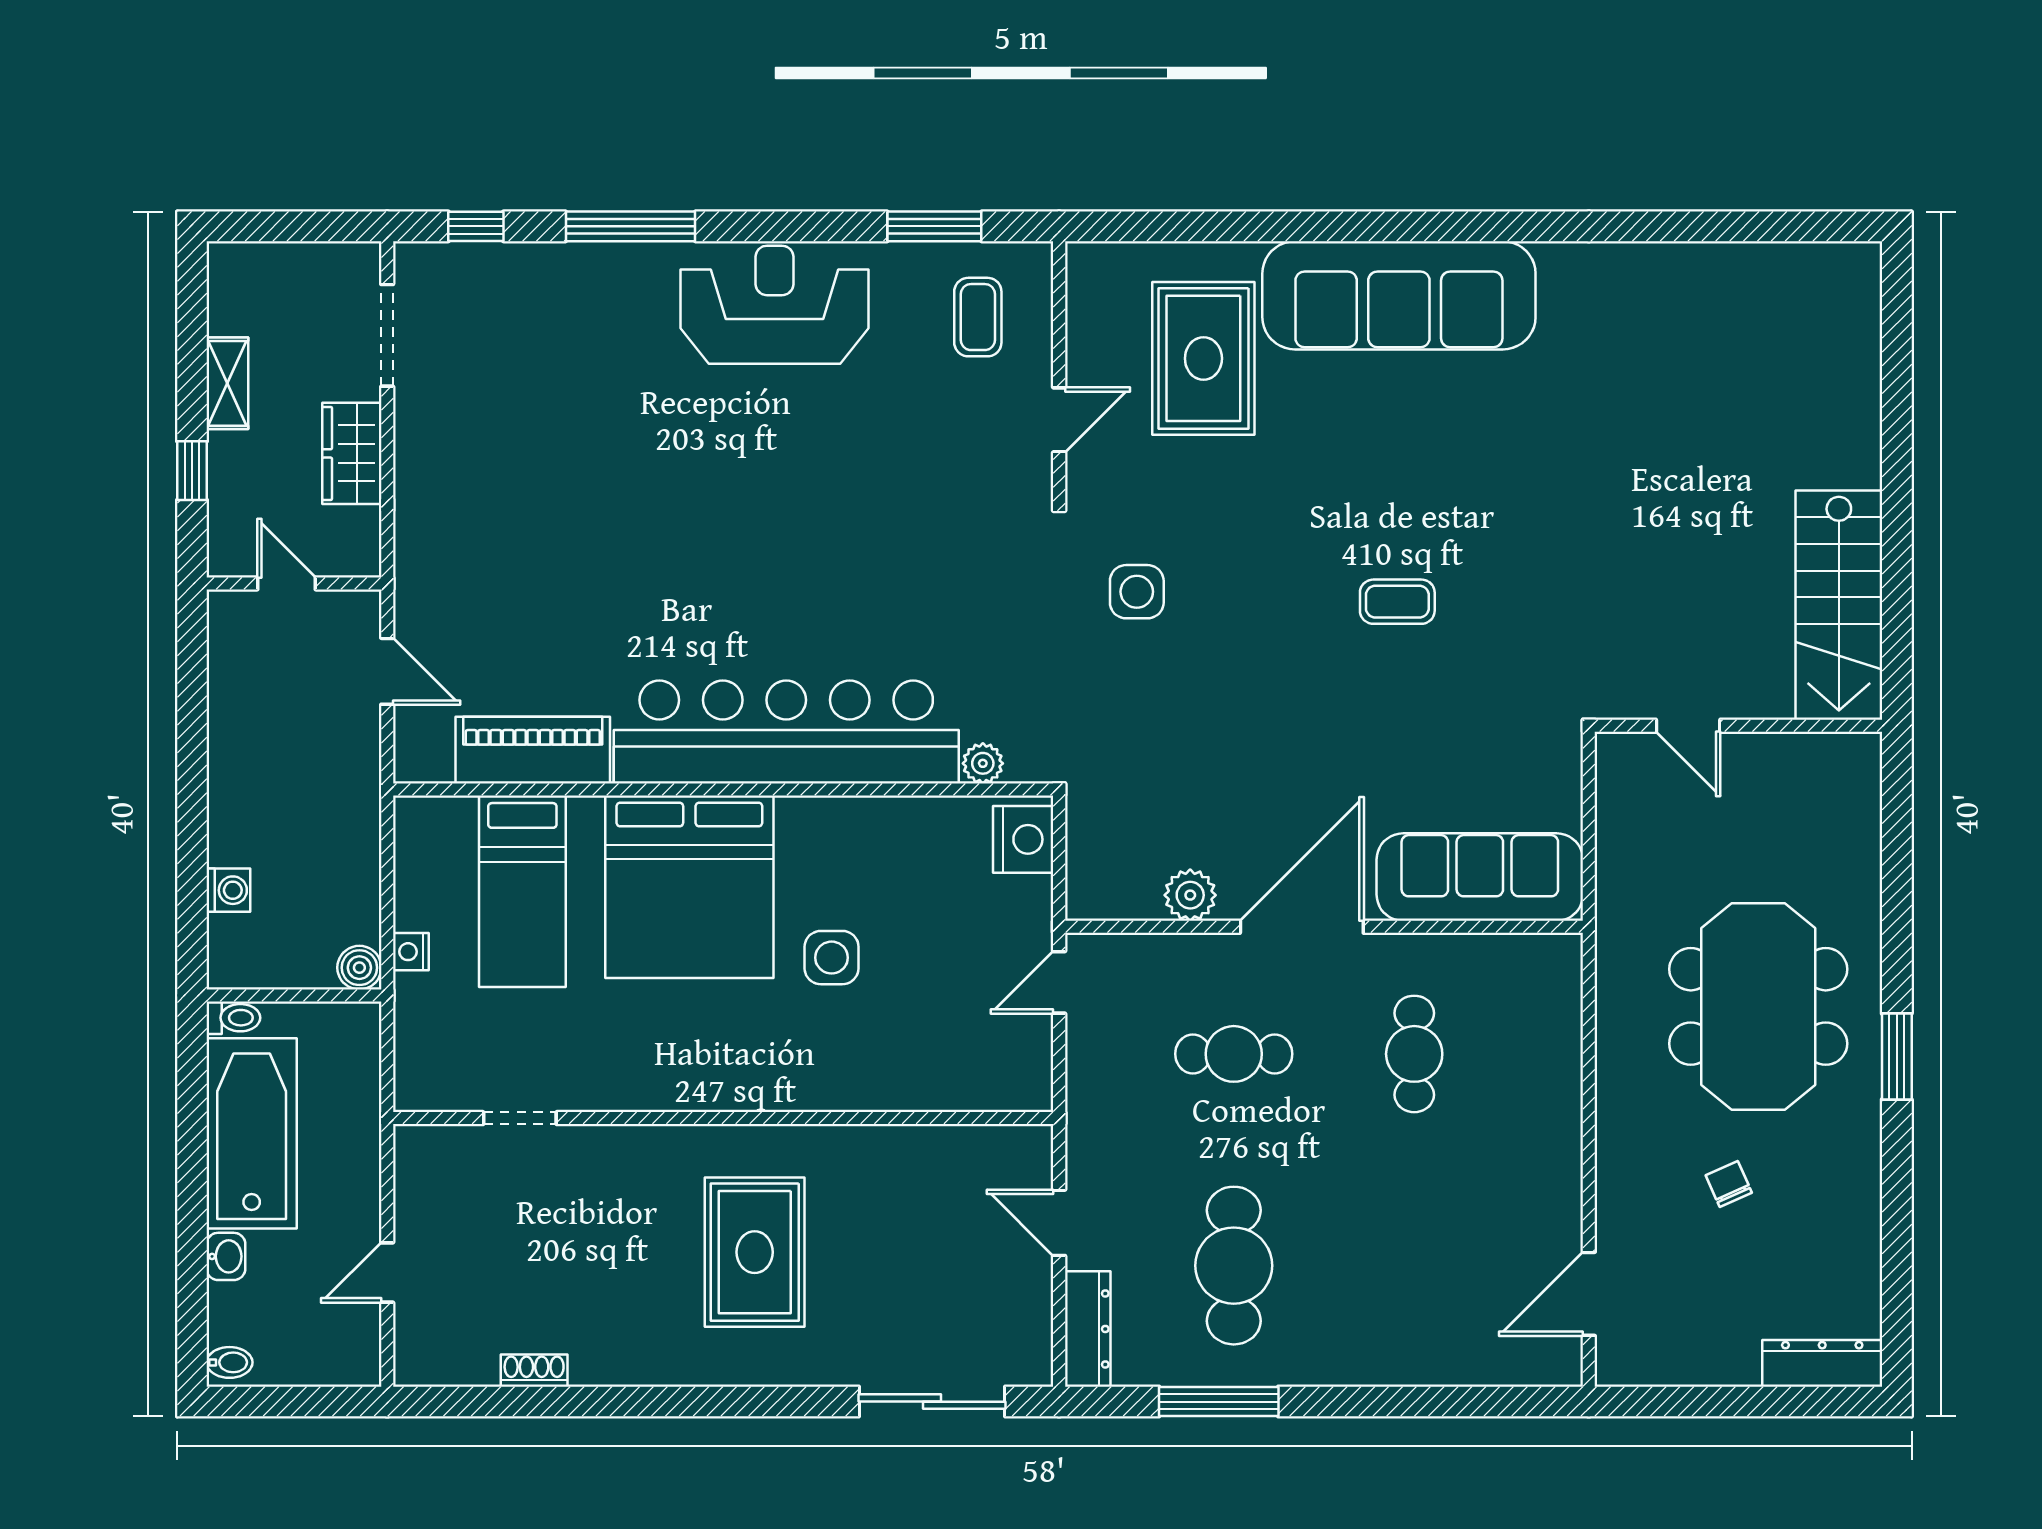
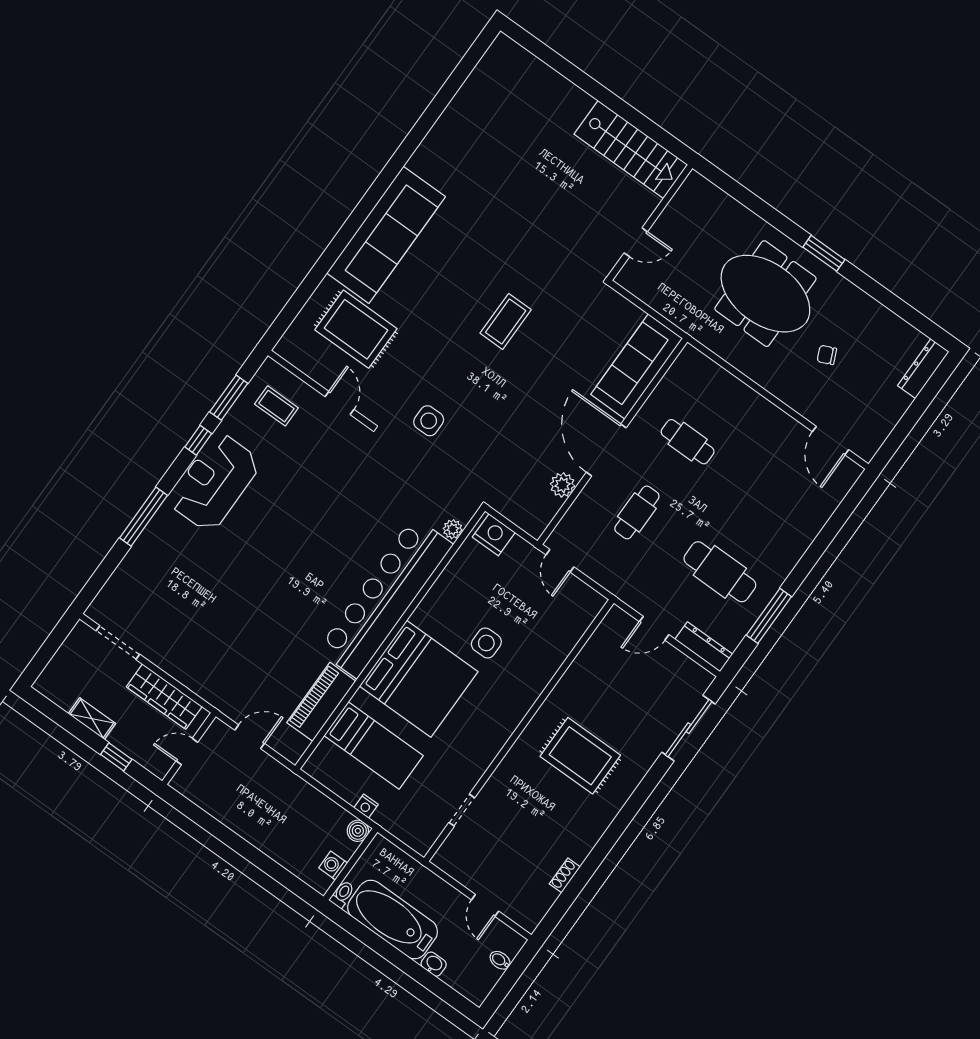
window: (476, 226) -> (198, 440), moved
wardrobe: (352, 453) -> (164, 697), width x1.50
coffee table: (1397, 602) -> (506, 321), width x1.36, depth x1.30
washing machine: (228, 890) -> (333, 865), moved, turned -90
bidet: (230, 1362) -> (500, 960), moved, turned -90

